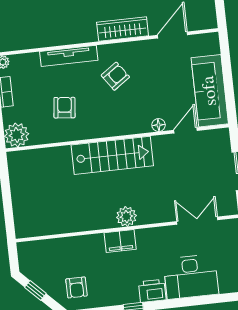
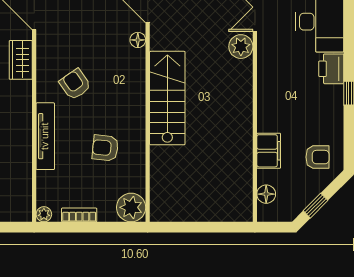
wardrobe: (123, 29) -> (21, 60), width x0.67
plant: (126, 217) -> (241, 47), moved
filing cabinet: (120, 241) -> (269, 151), moved
floor lamp: (40, 248) -> (266, 194), added

